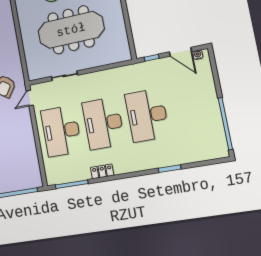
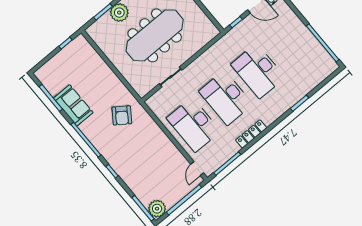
door: (30, 98) -> (197, 169), moved
locker: (102, 171) -> (251, 134), width x1.53

